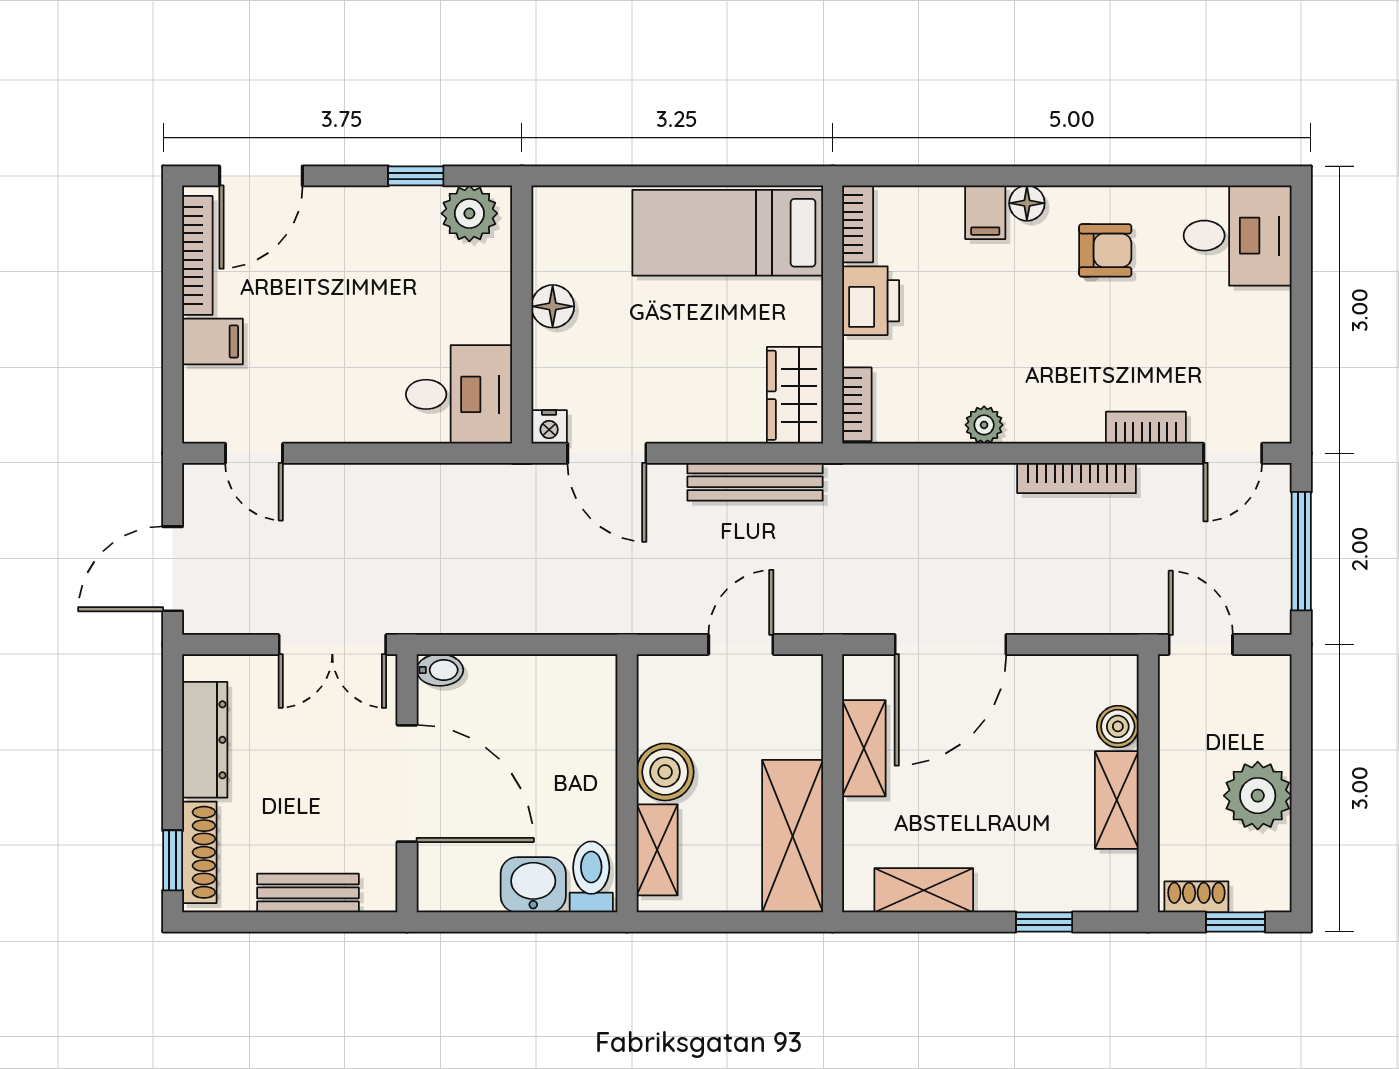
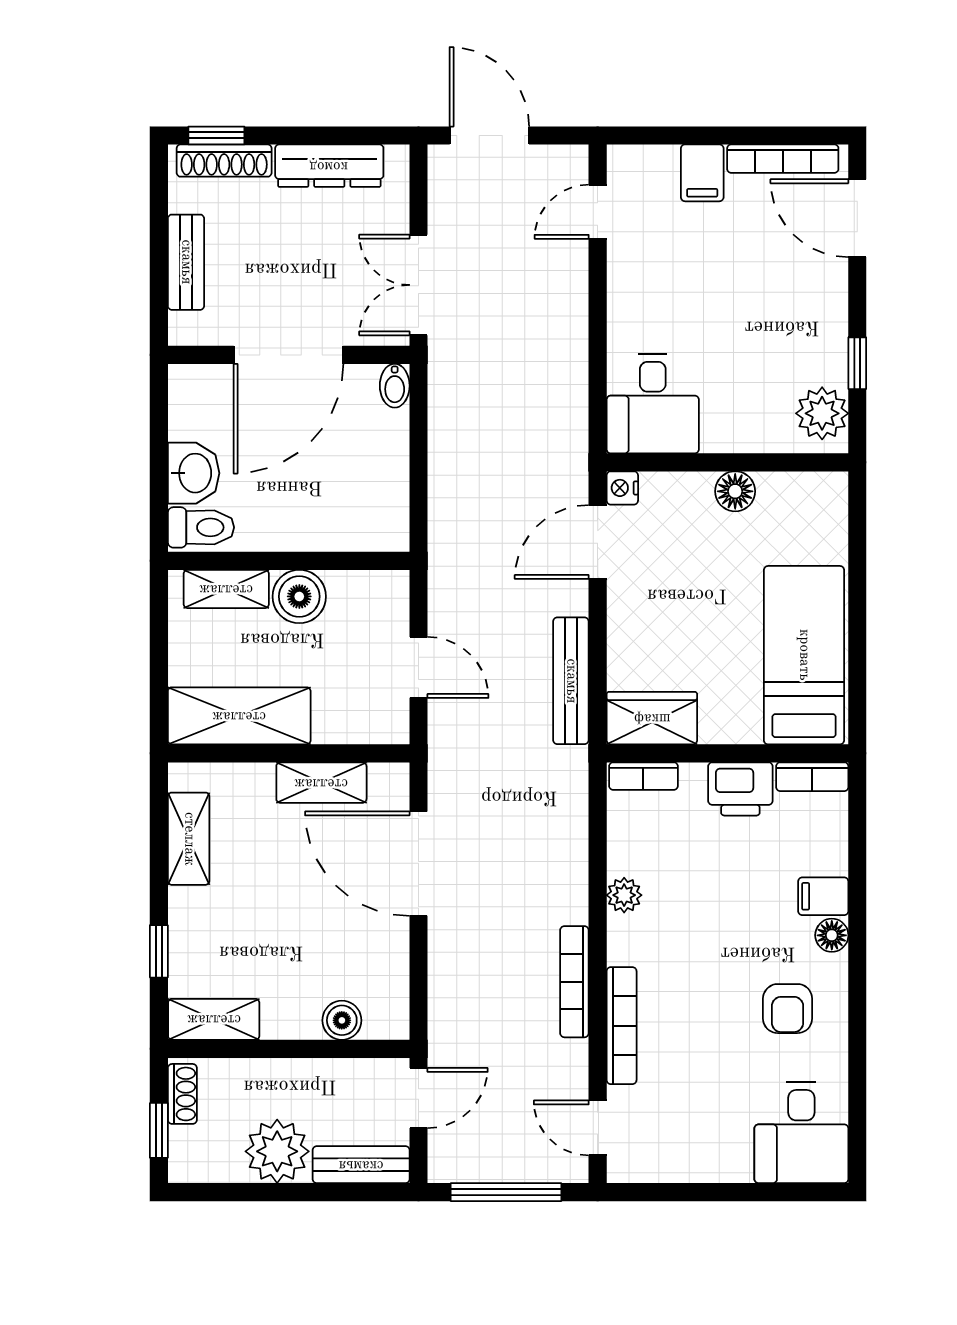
bookcase: (1146, 428) -> (622, 1026), width x1.56
bench: (1272, 706) -> (361, 1165), added
shelving: (1117, 800) -> (214, 1019), moved

